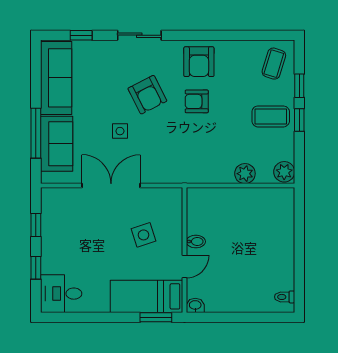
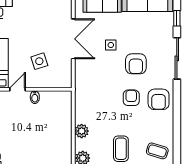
sliding door: (139, 35) -> (177, 58), width x1.37
armchair: (199, 62) -> (159, 99), turned -90
armchair: (147, 95) -> (136, 64), turned -63
door: (184, 267) -> (18, 89), swing flipped

